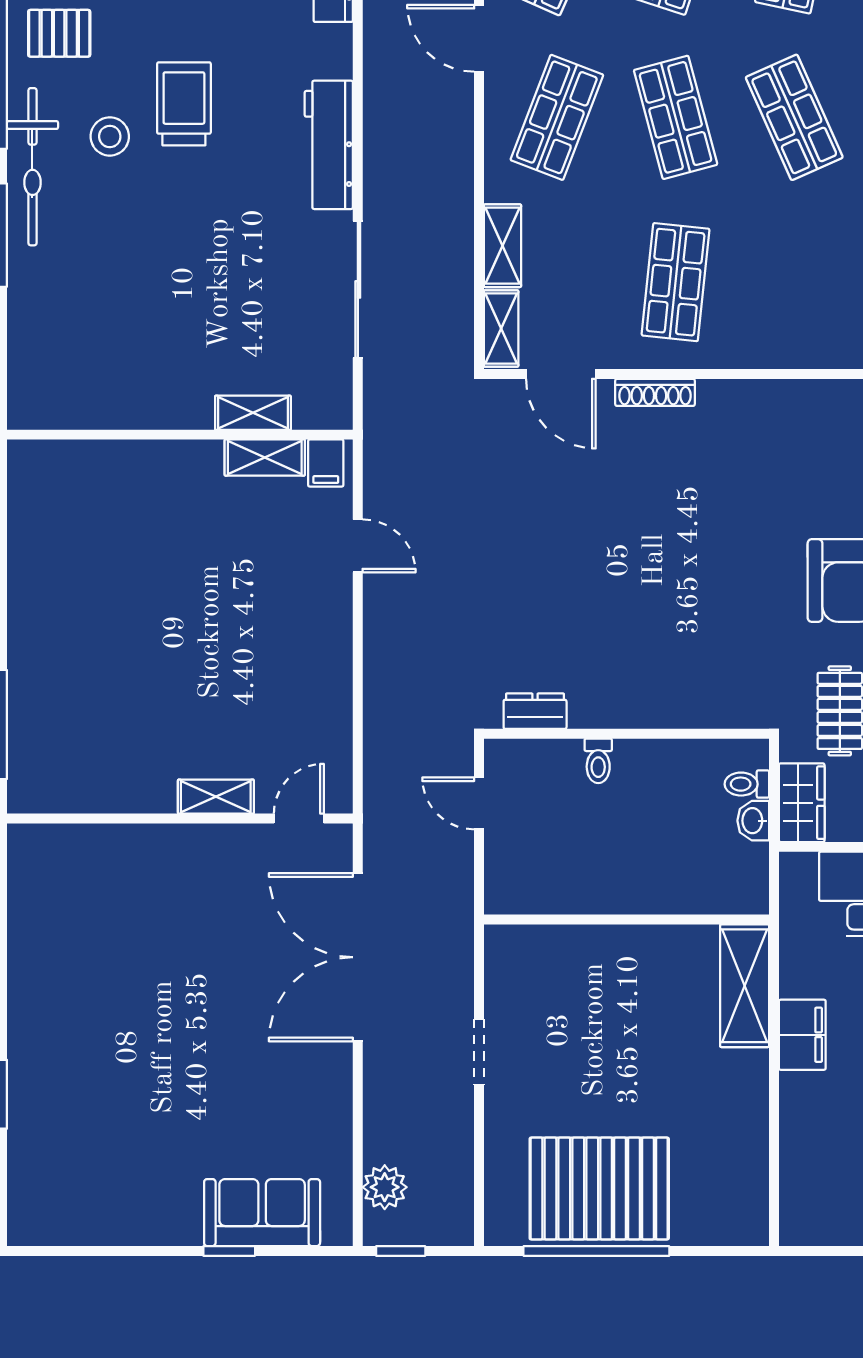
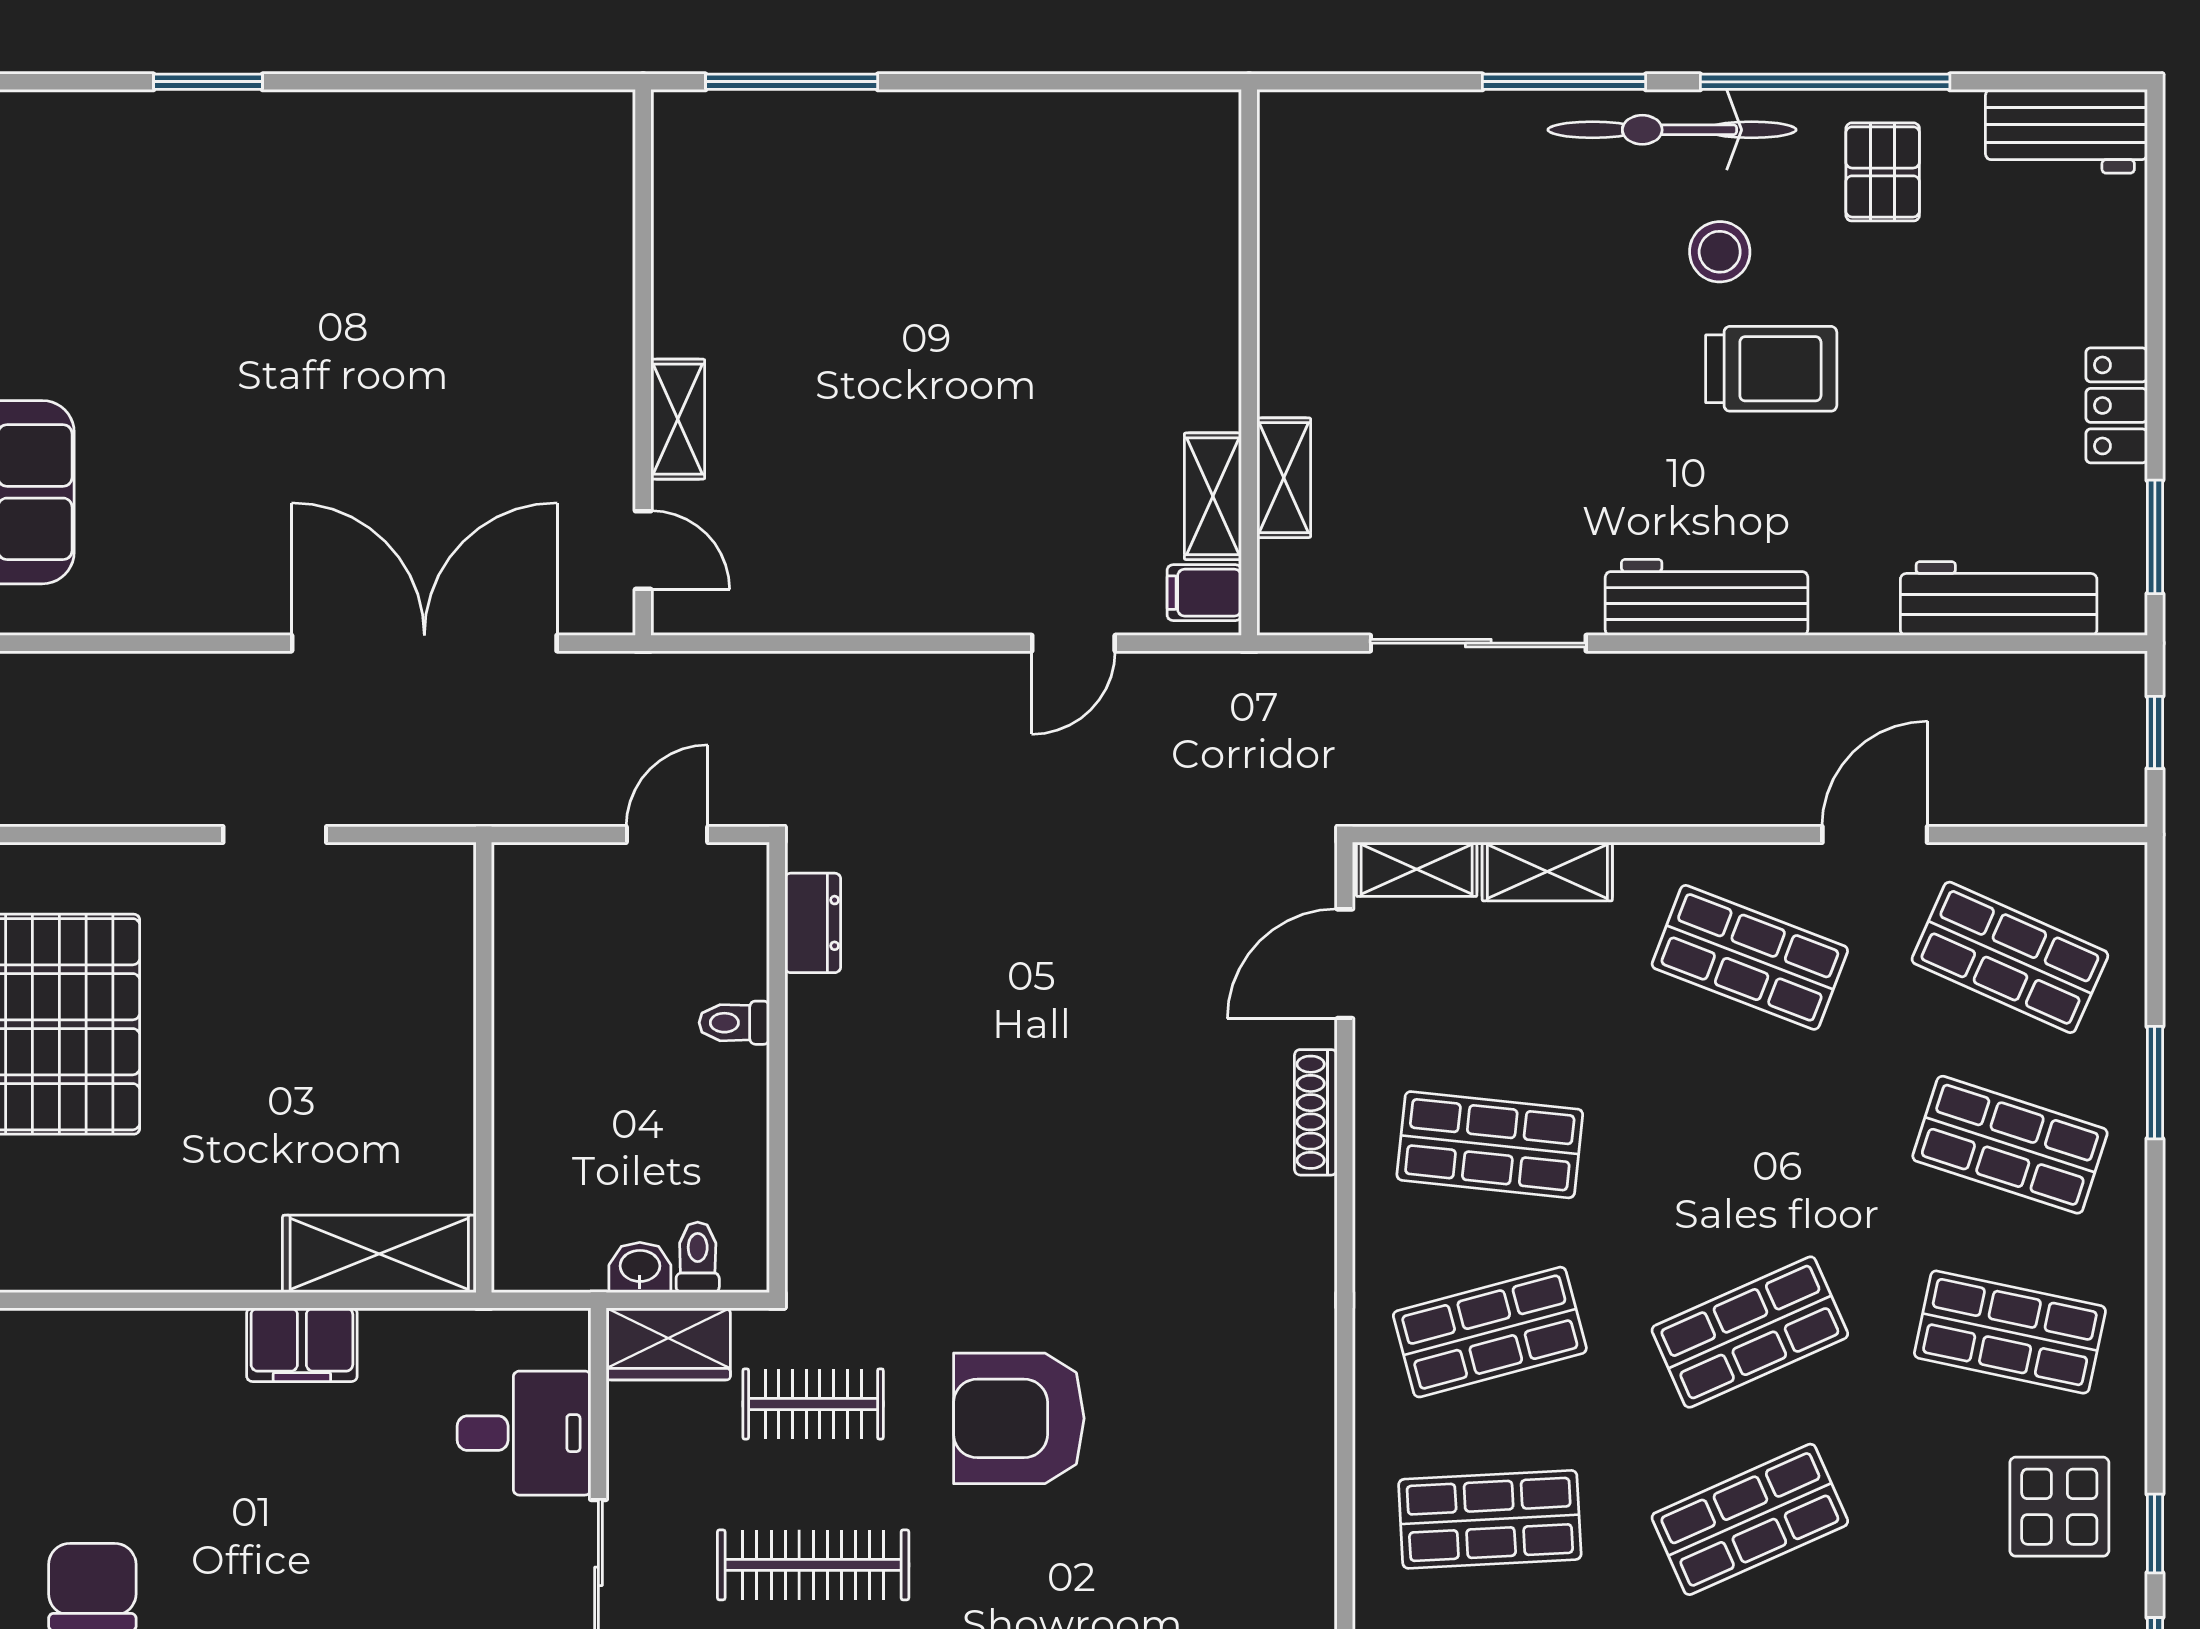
shop shelf: (676, 117) -> (1490, 1332), moved
plant: (385, 1187) -> (61, 686), removed

